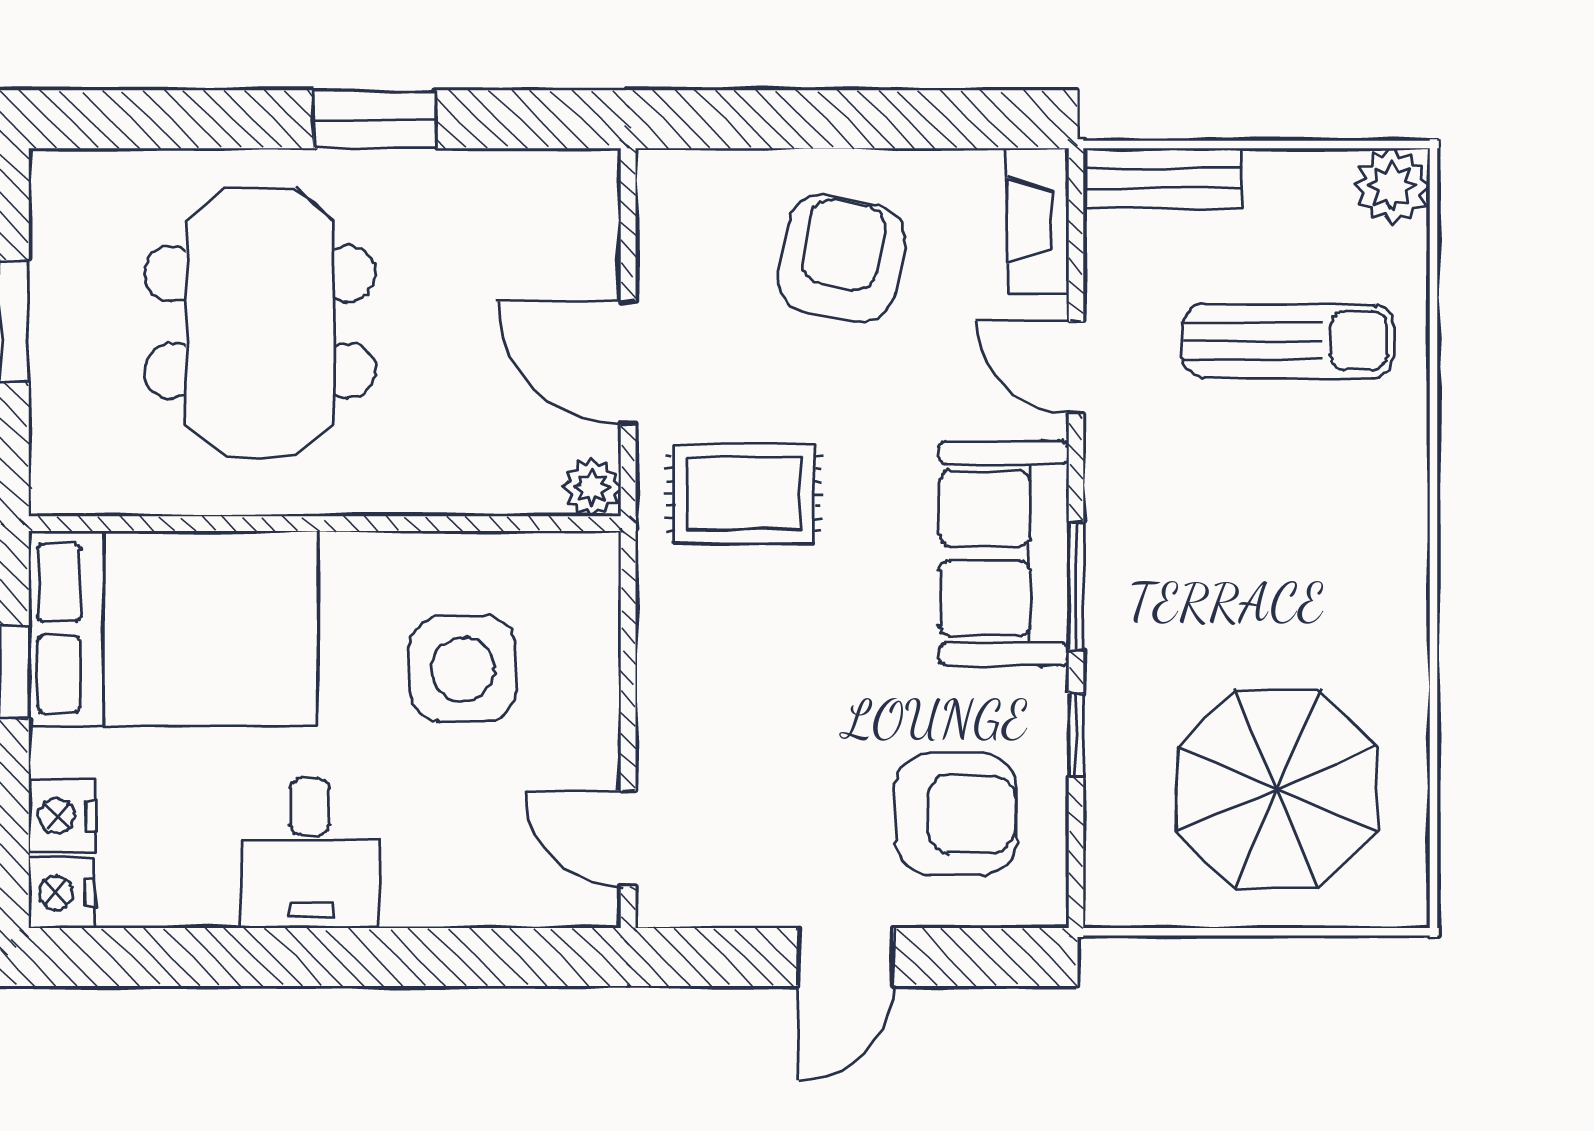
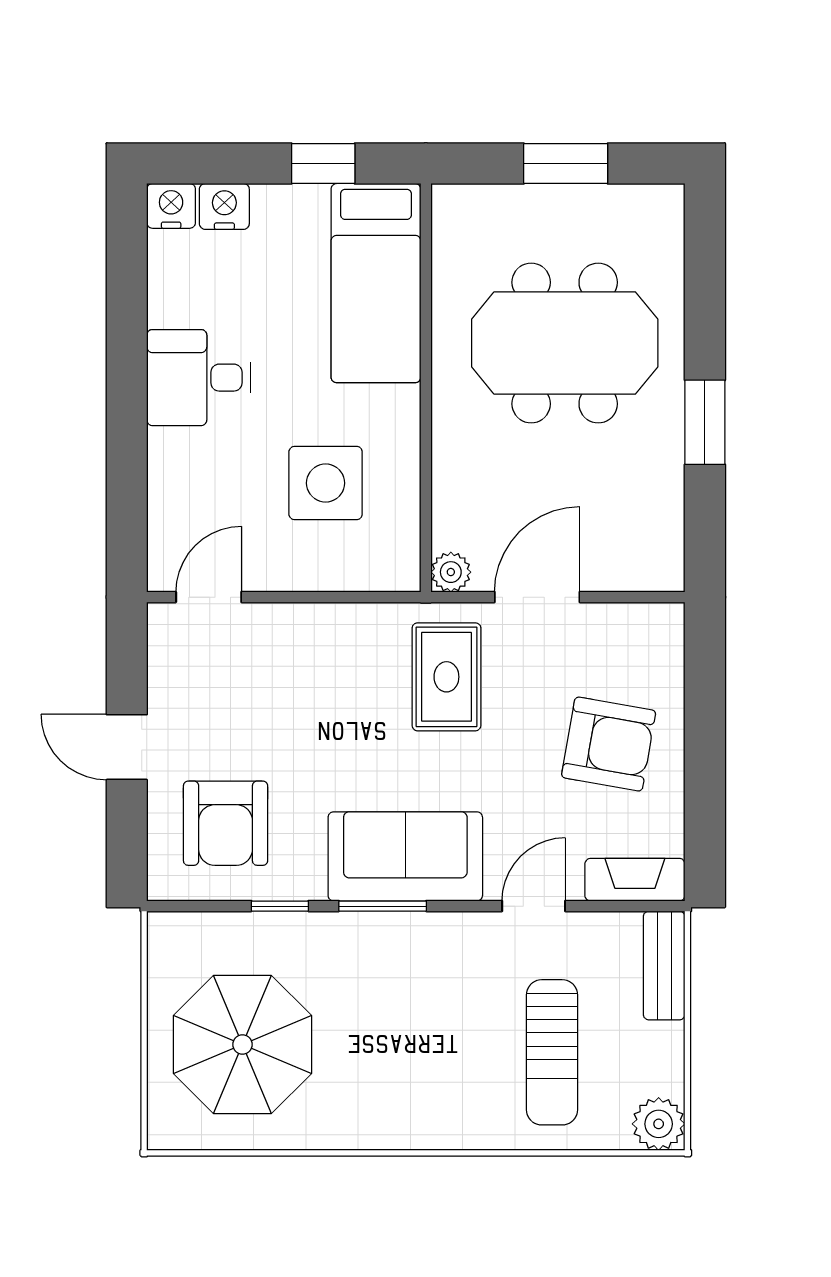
bed: (173, 628) -> (376, 283), width x0.67

